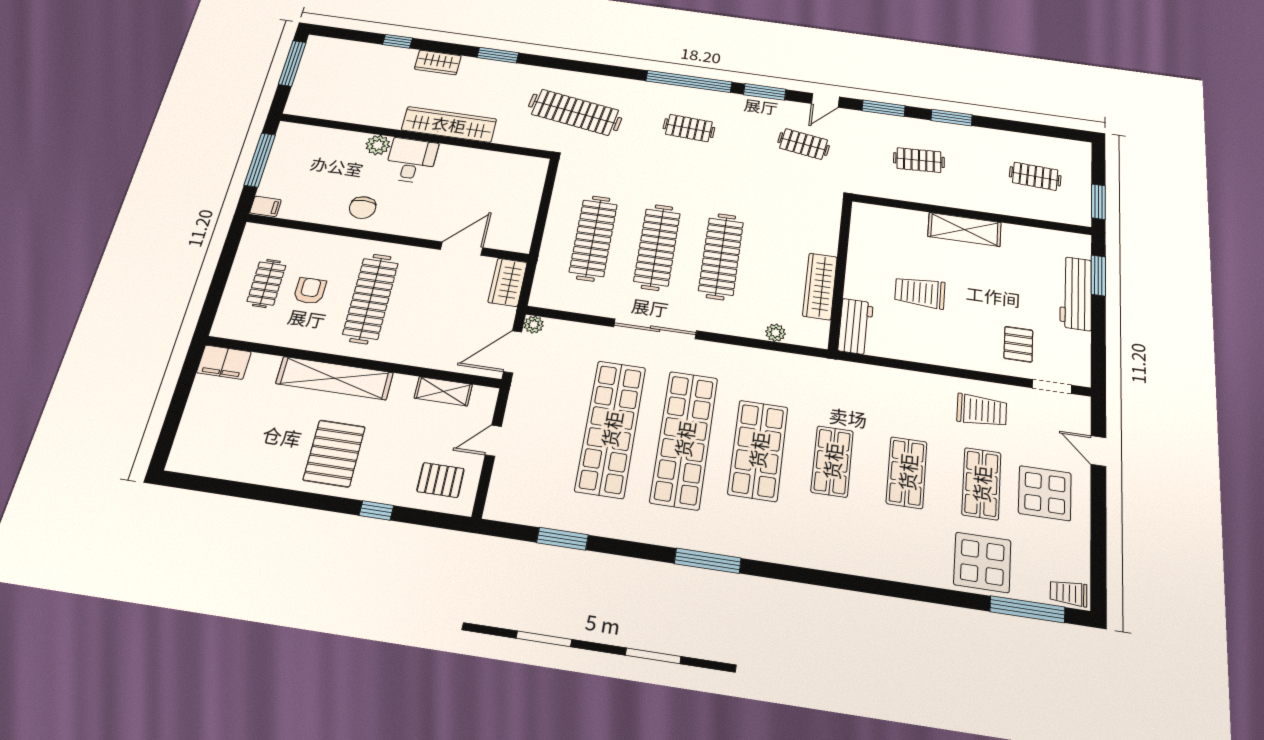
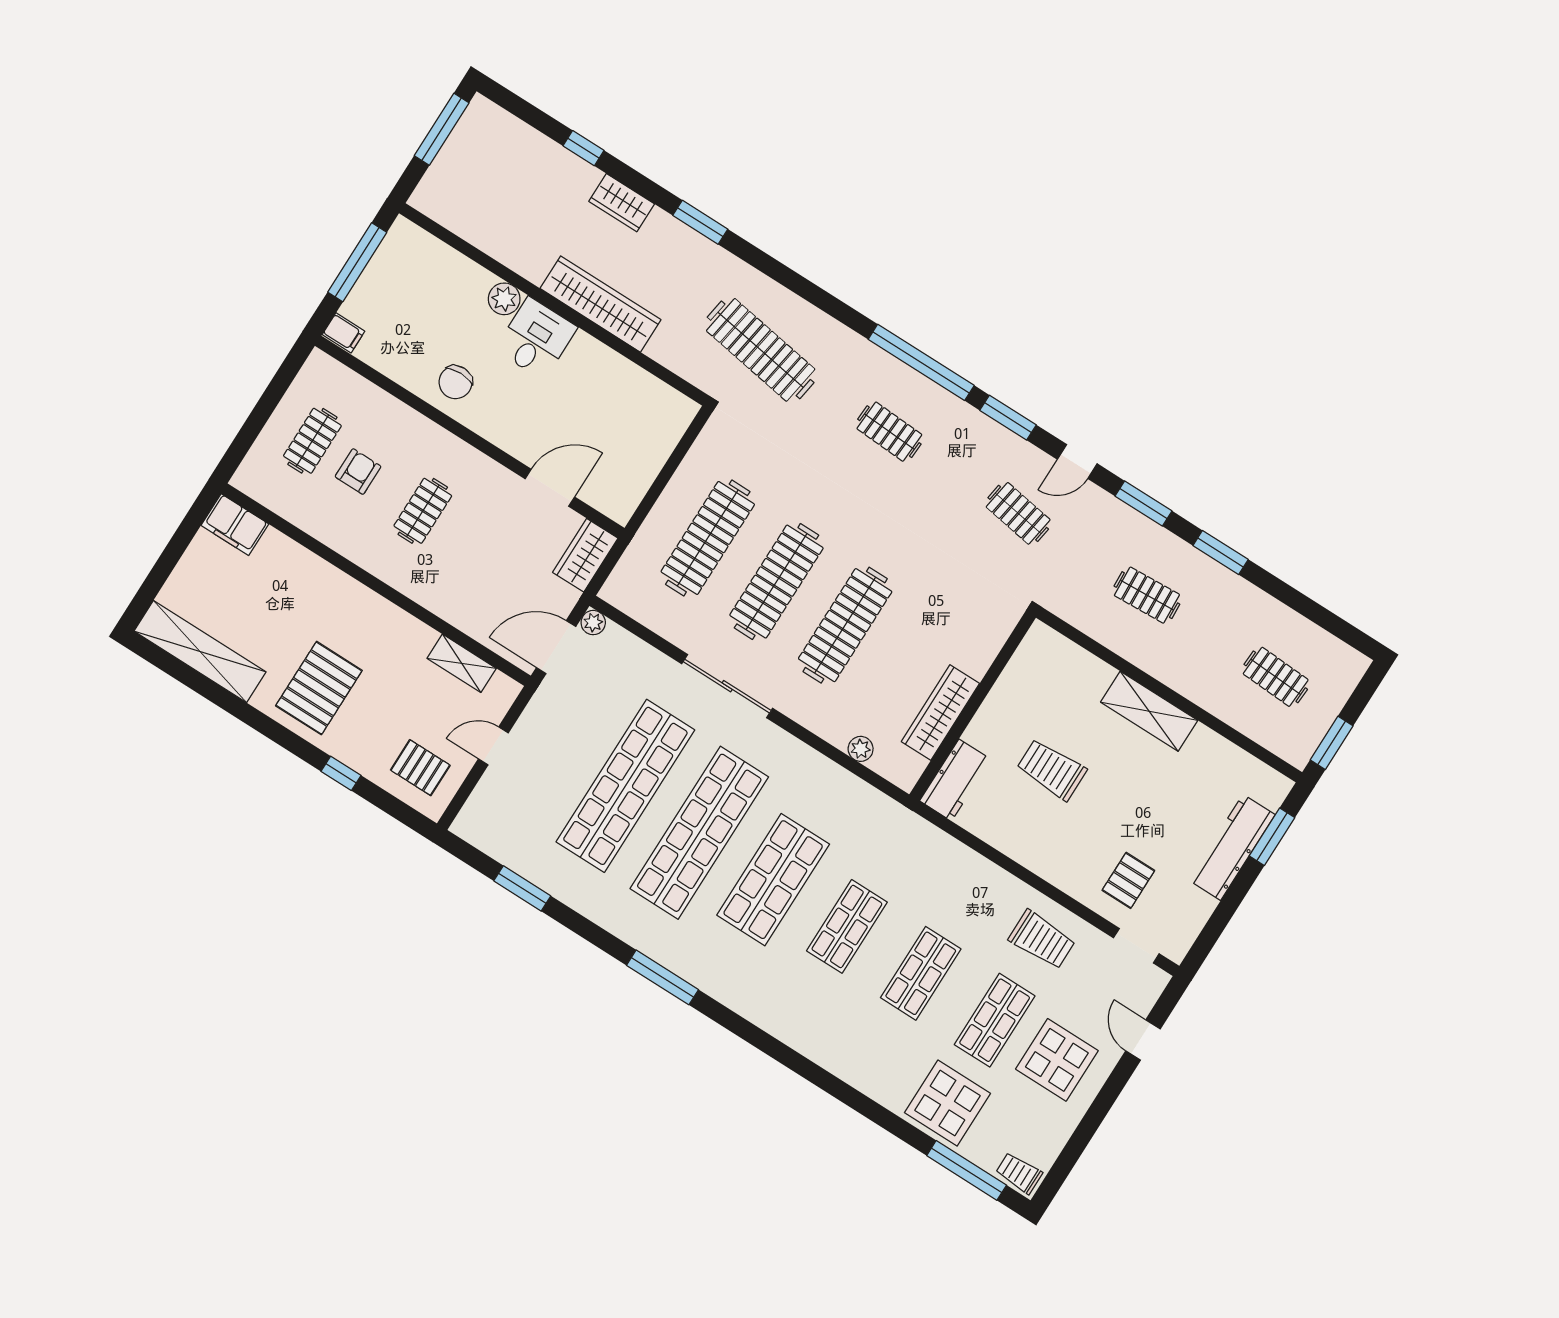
clothes rail: (371, 299) -> (423, 511), width x0.54, depth x0.76
shelving: (335, 378) -> (200, 652), moved

